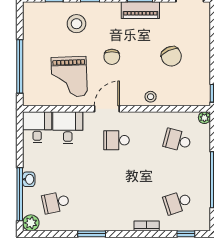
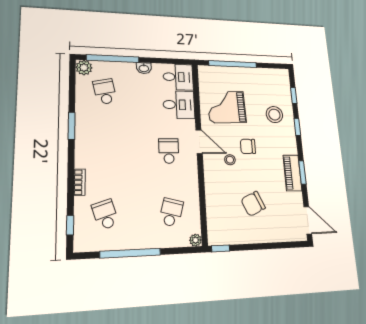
stool: (151, 97) -> (230, 160), moved
washbasin: (29, 179) -> (144, 68), moved

